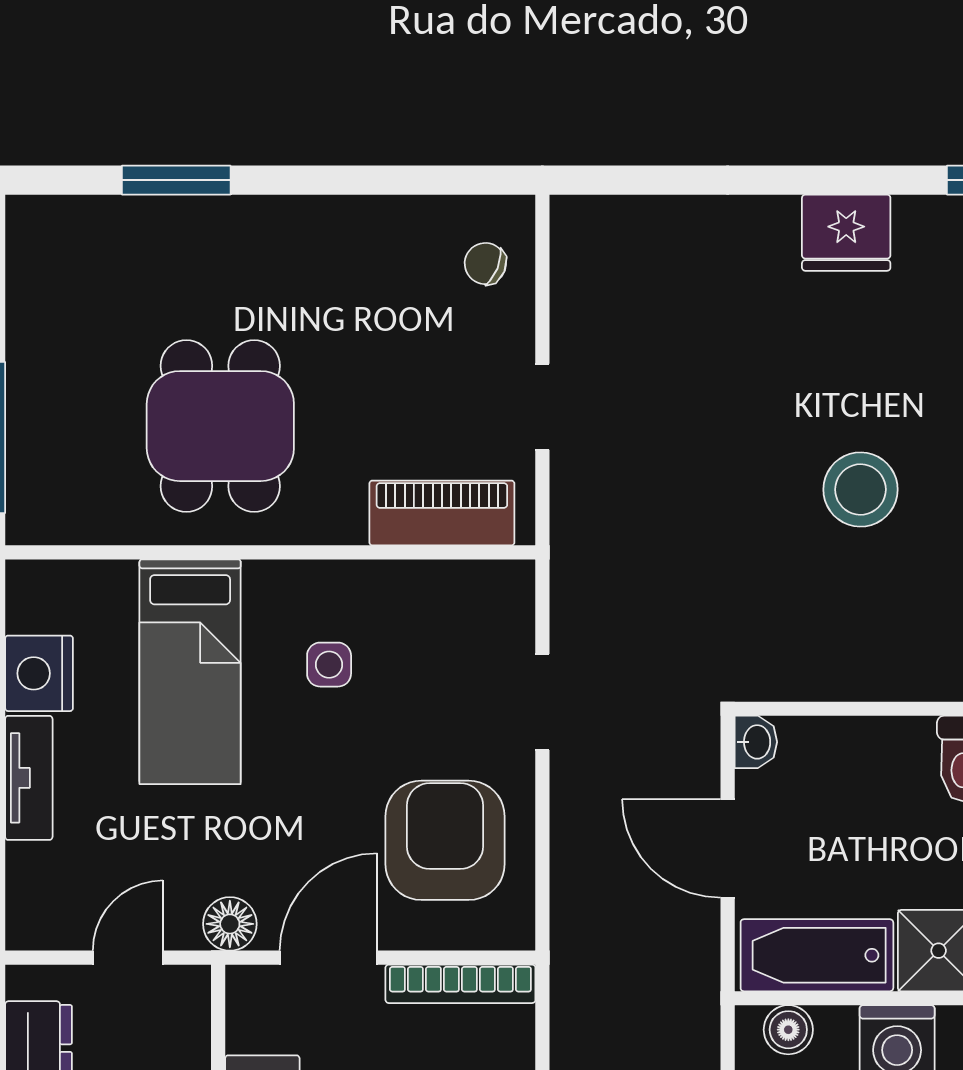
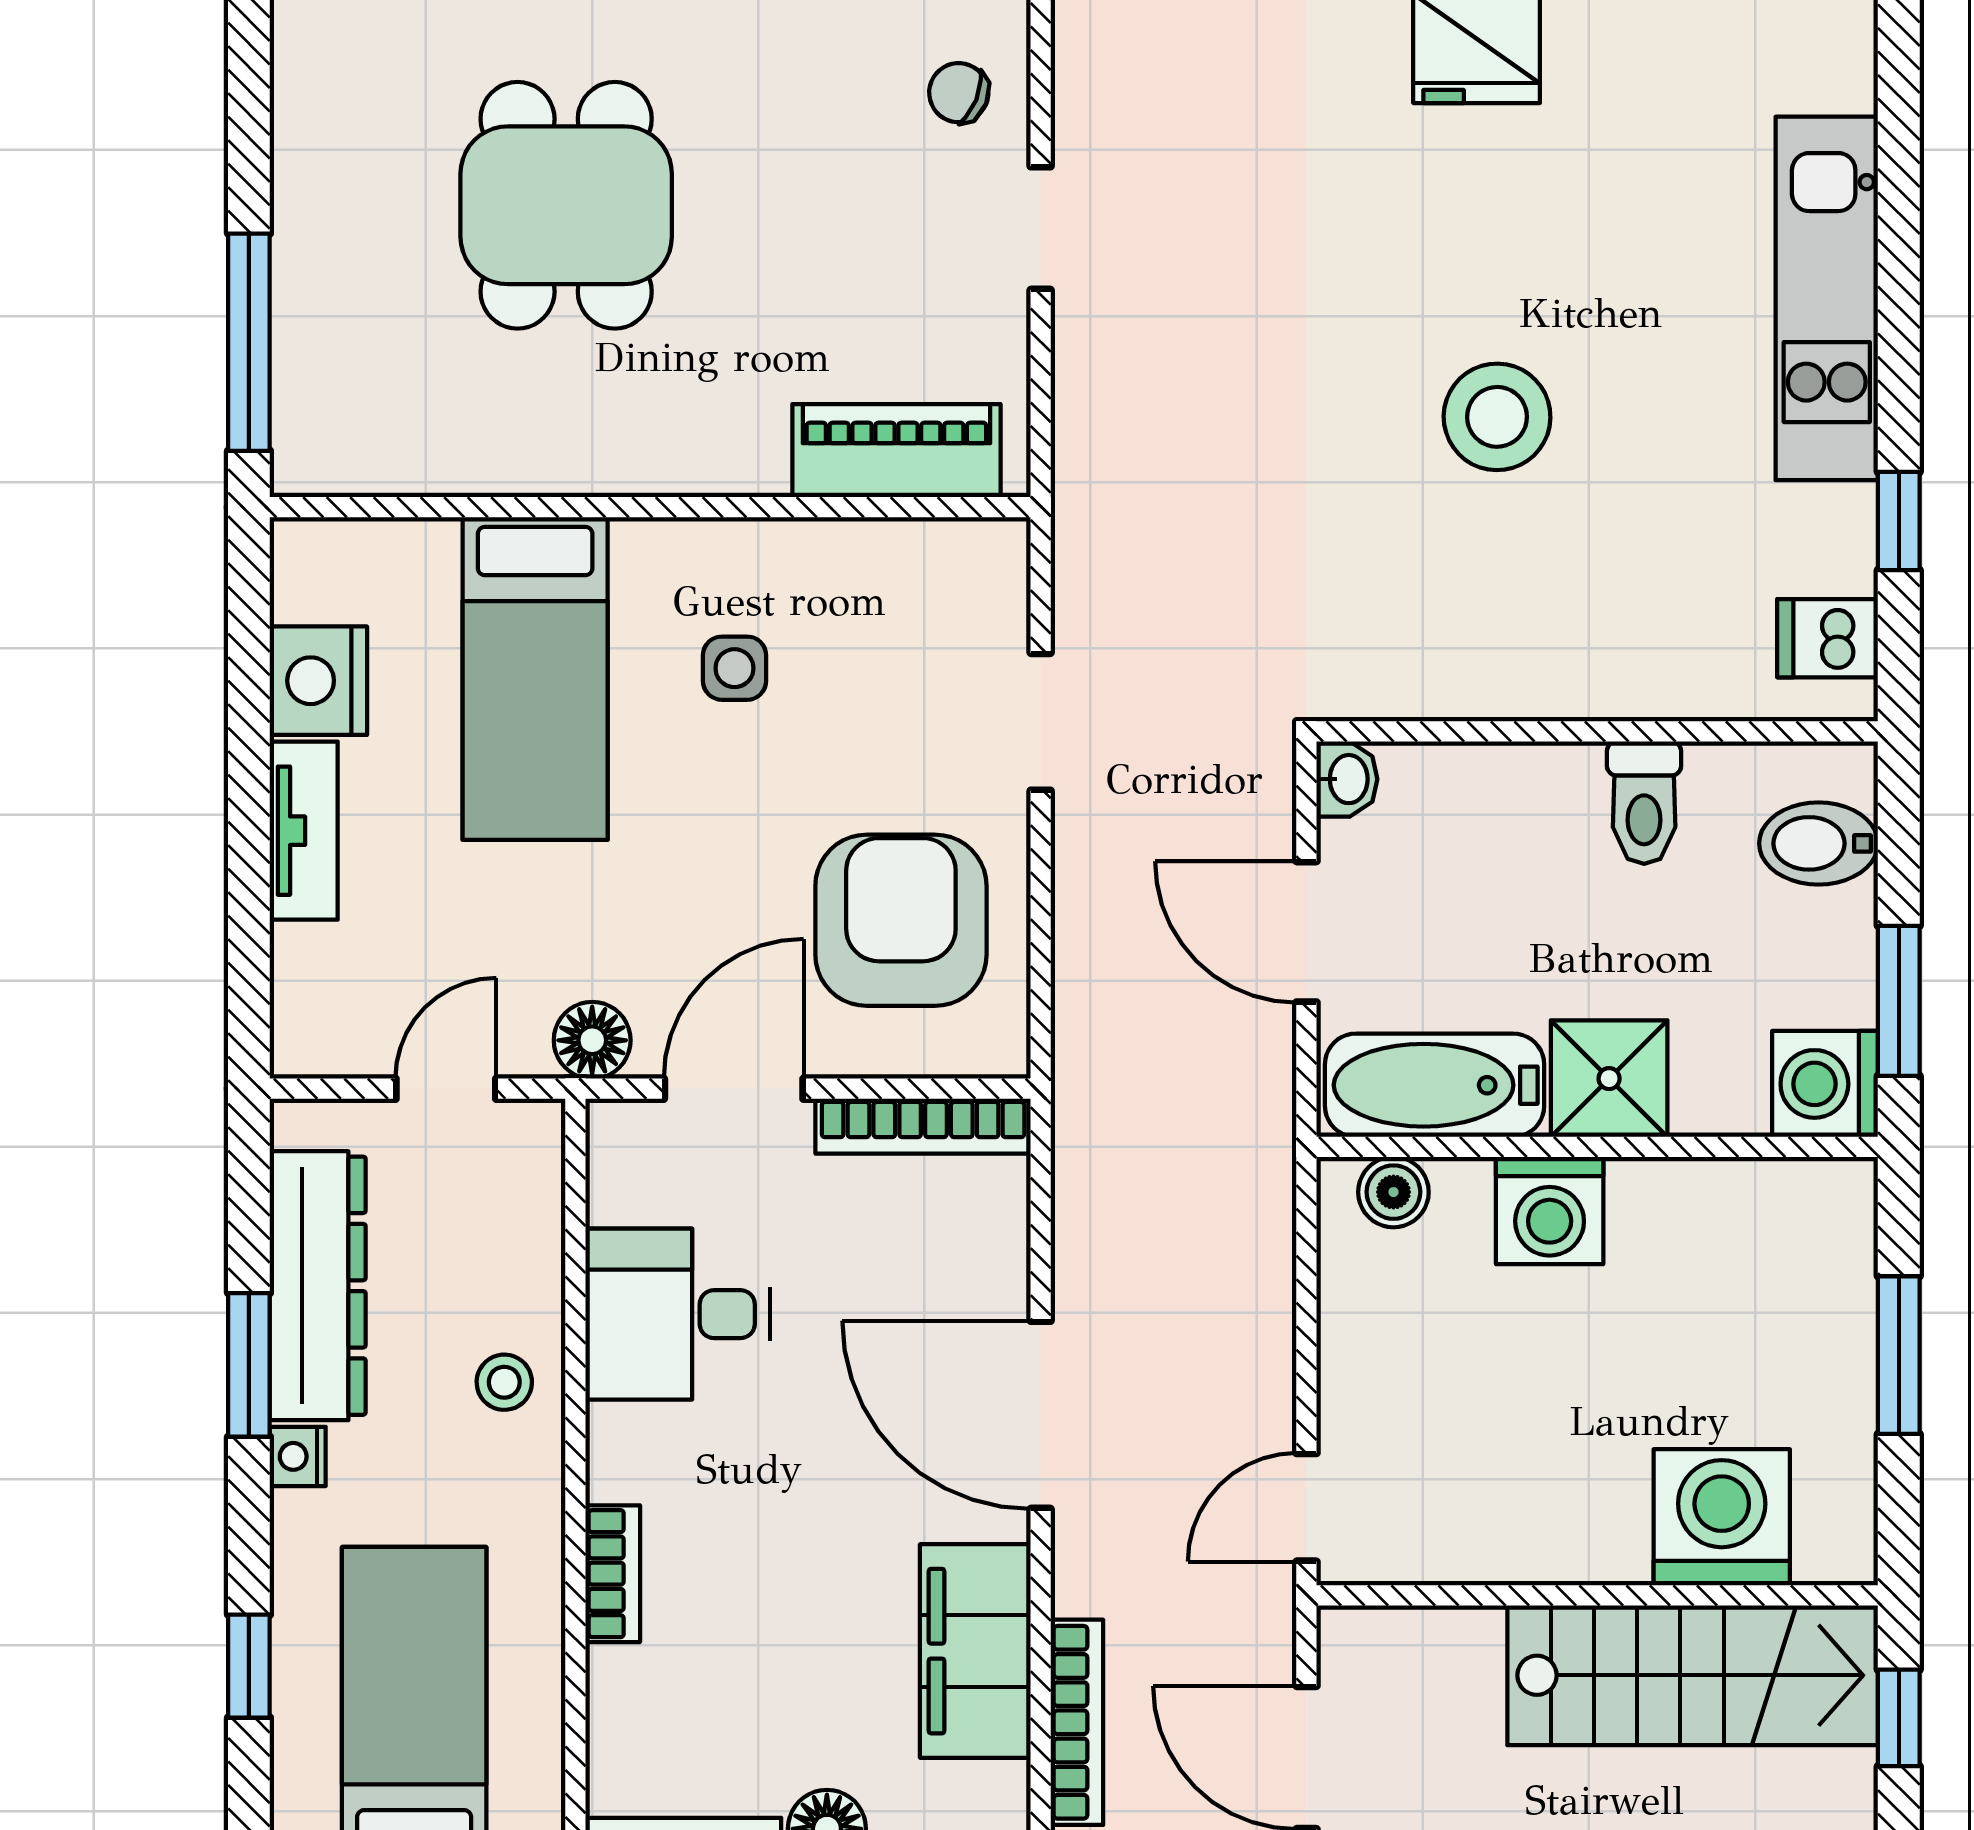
doorway: (542, 407) -> (1041, 228), moved
dining table: (220, 426) -> (566, 205), moved

